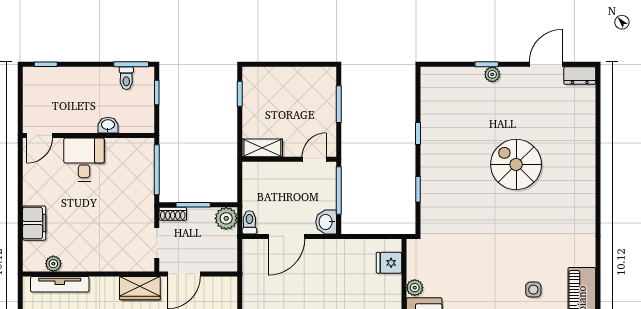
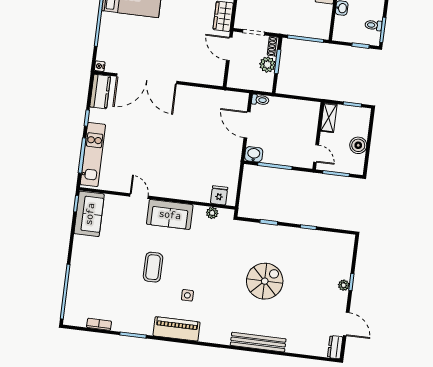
boiler: (296, 78) -> (358, 145), added
shelving: (262, 148) -> (329, 118), moved
wall: (289, 159) -> (318, 136), moved
door: (314, 159) -> (316, 153), moved
spiral stairs: (516, 164) -> (265, 281), moved
bench: (586, 183) -> (258, 342), added
plant: (226, 218) -> (267, 65), moved
plant: (415, 288) -> (212, 213), moved

